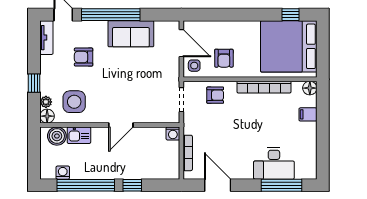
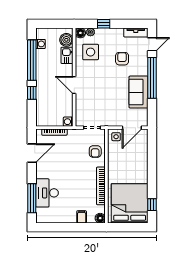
armchair: (224, 58) -> (121, 158), removed

